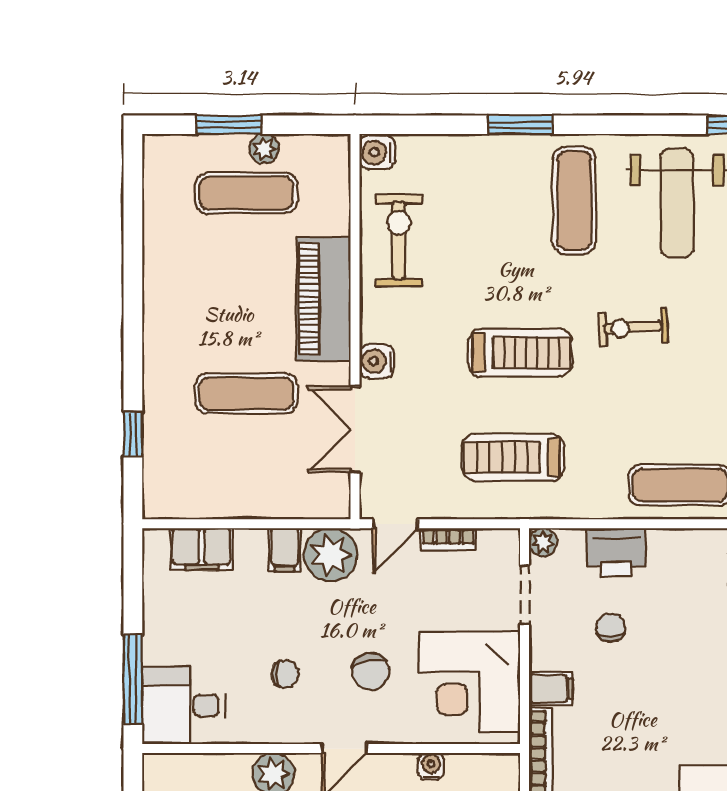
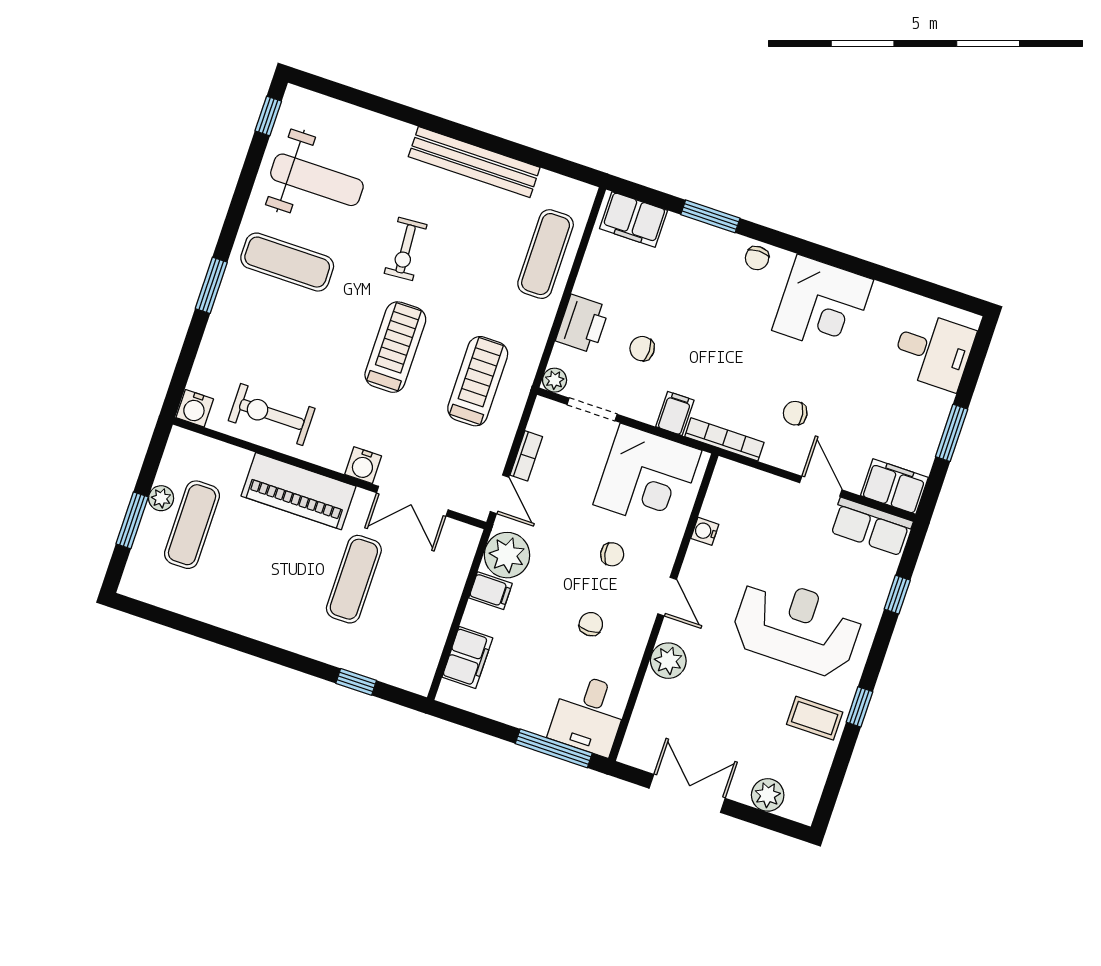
treadmill: (513, 457) -> (478, 381), turned 180
chair: (371, 672) -> (612, 554), width x0.73, depth x0.73

